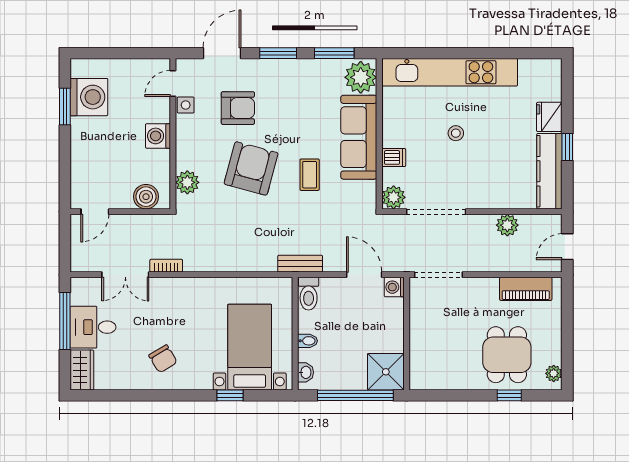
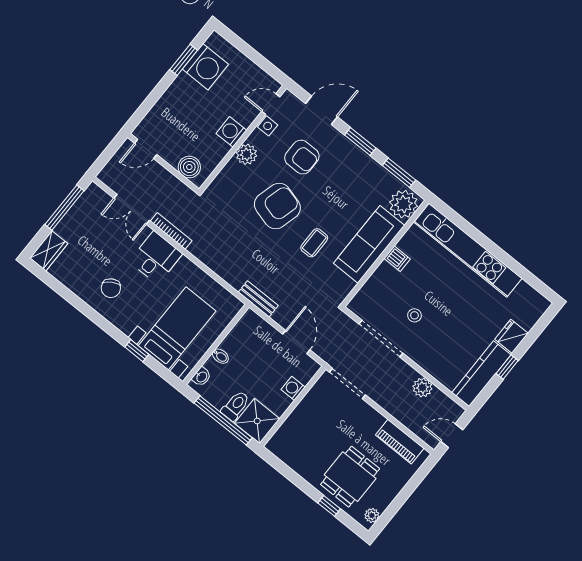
stool: (456, 133) -> (415, 315), moved
dishwasher: (394, 157) -> (397, 259), moved
plant: (187, 182) -> (247, 154), moved
plant: (394, 197) -> (360, 305), removed
bookcase: (166, 266) -> (171, 231), width x1.56
washing machine: (394, 287) -> (293, 388), moved
toilet: (309, 294) -> (236, 406), moved, turned 180
desk: (93, 327) -> (156, 258), moved, turned 90

